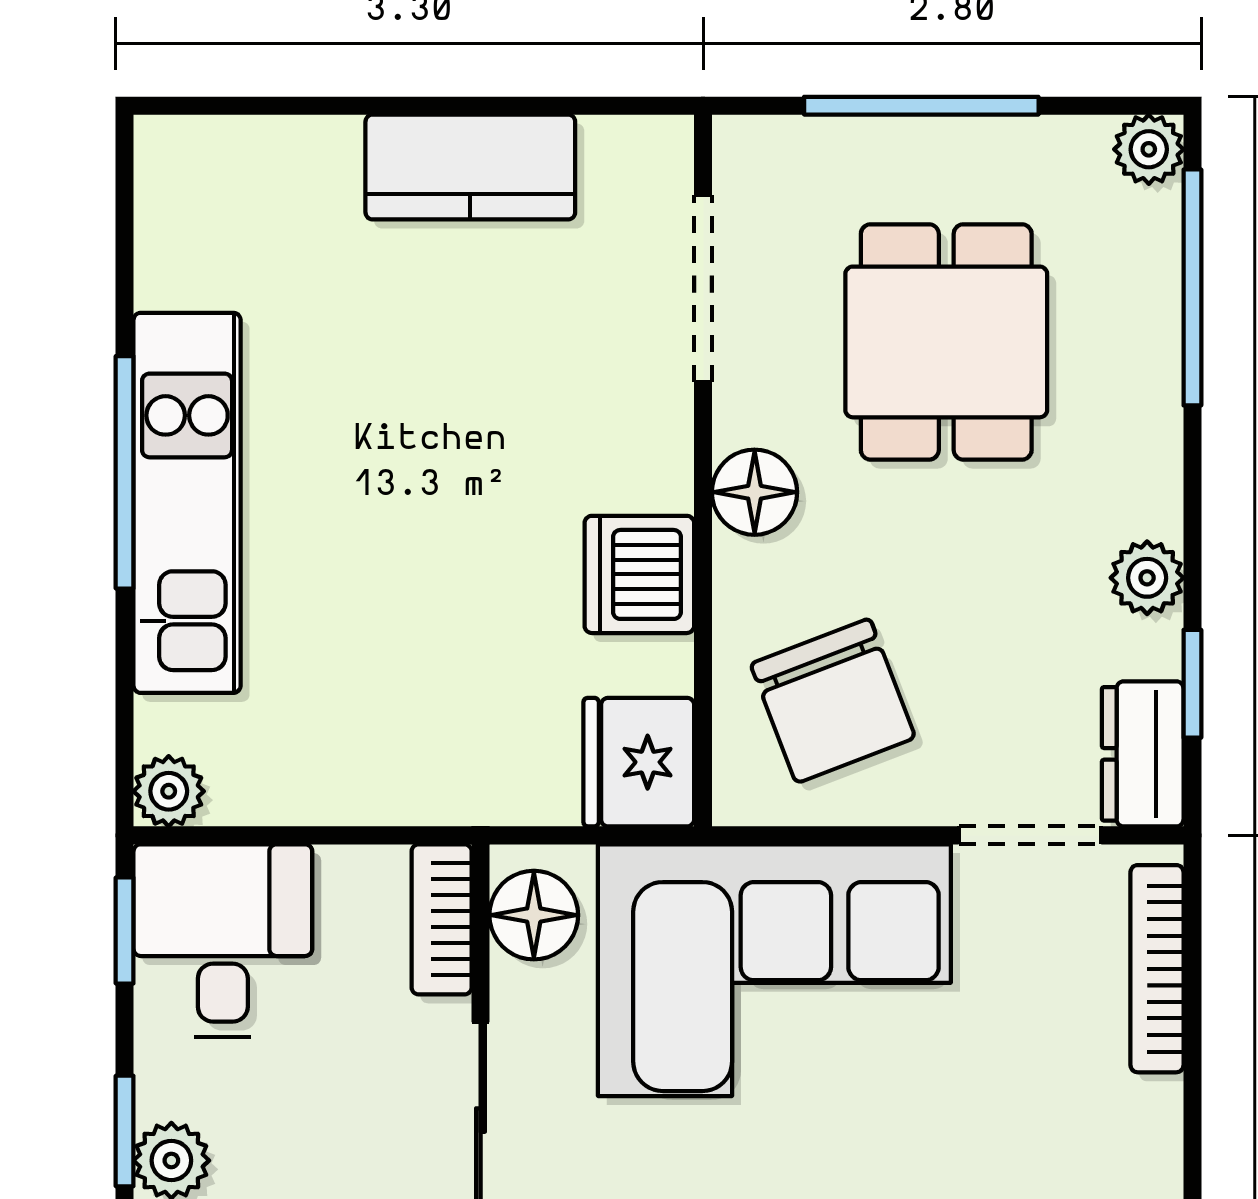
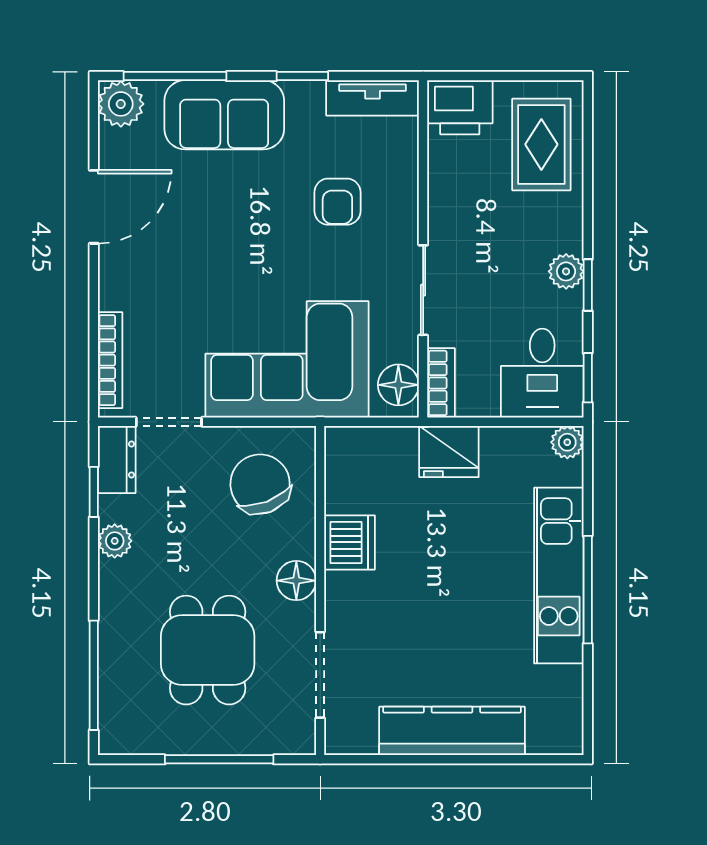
plant: (1149, 149) -> (114, 739), removed
kitchen counter: (470, 167) -> (452, 731), width x1.50
fridge: (639, 762) -> (449, 452), moved, turned 90

